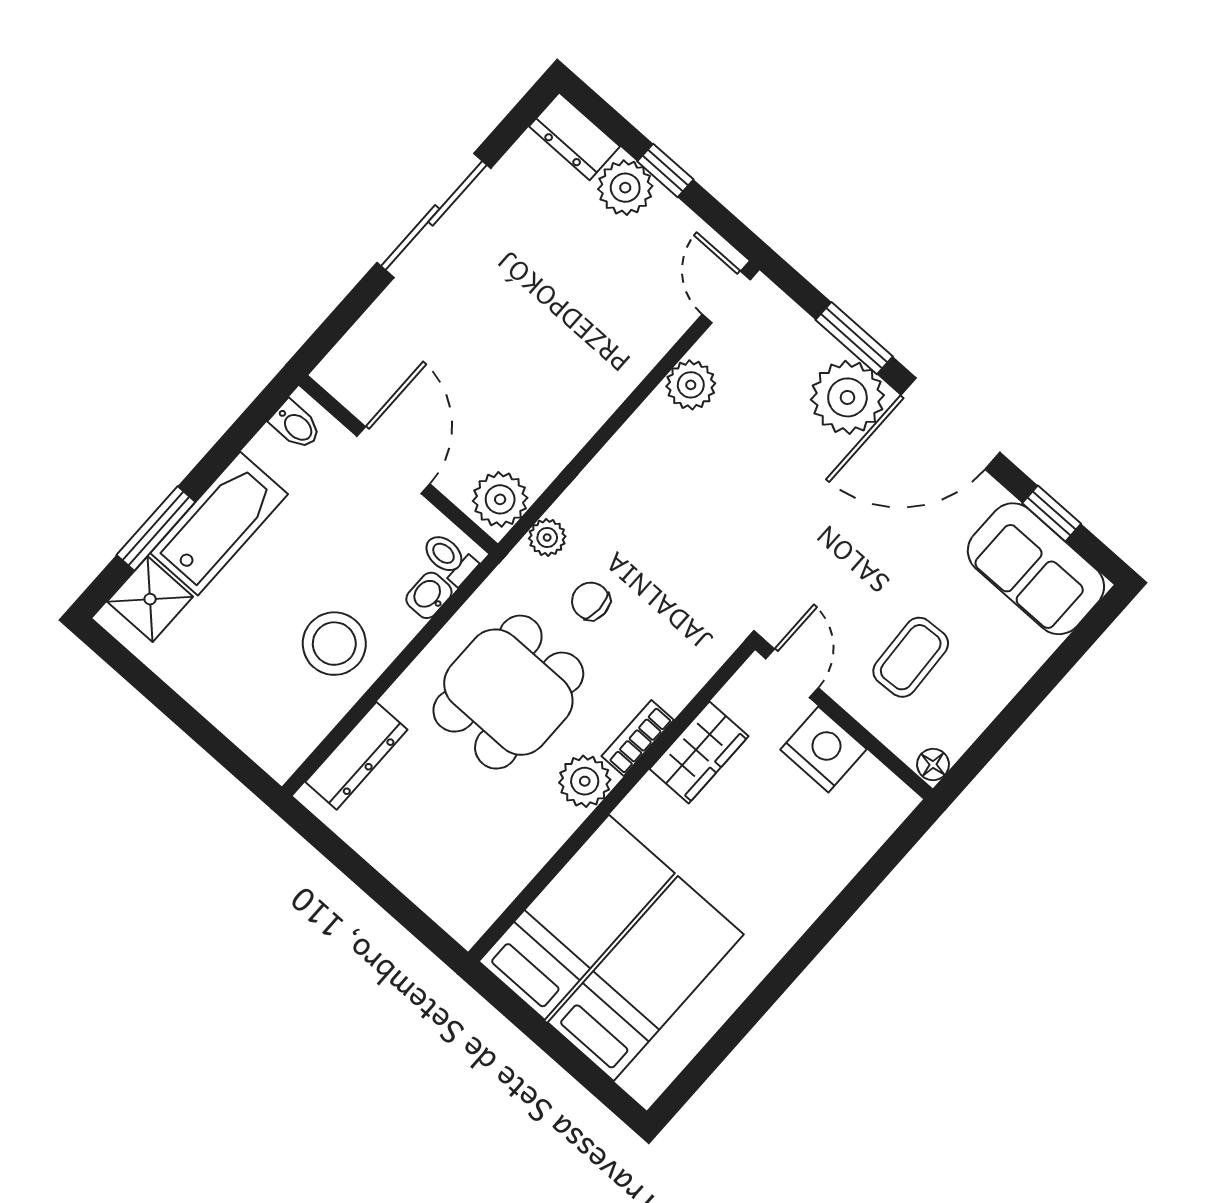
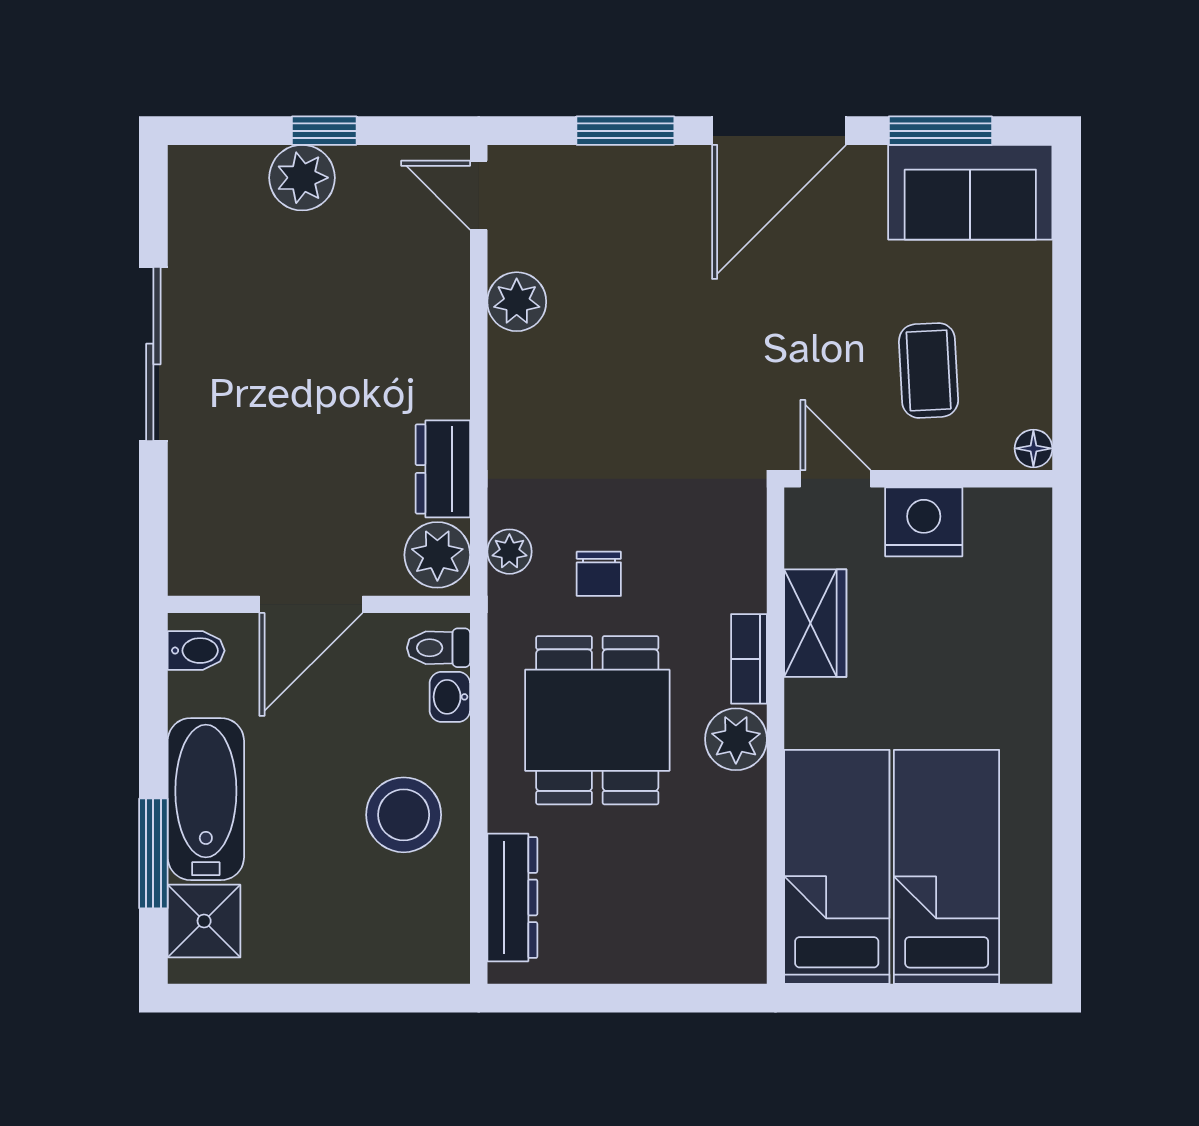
dresser: (574, 136) -> (443, 469), moved, turned 90
plant: (847, 397) -> (666, 189), removed
door: (393, 460) -> (311, 604), swing flipped
window: (1052, 513) -> (940, 131), width x1.50
chair: (591, 601) -> (599, 574), turned -90

